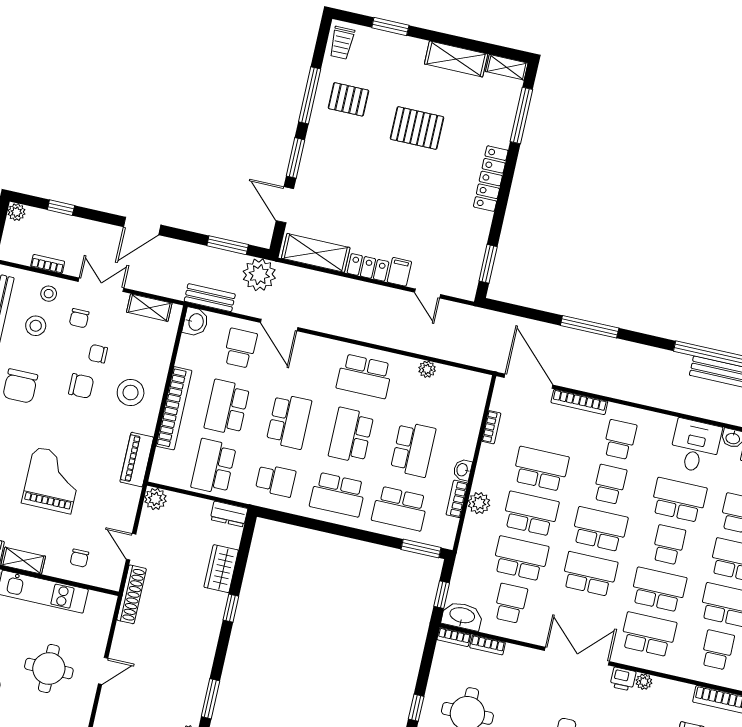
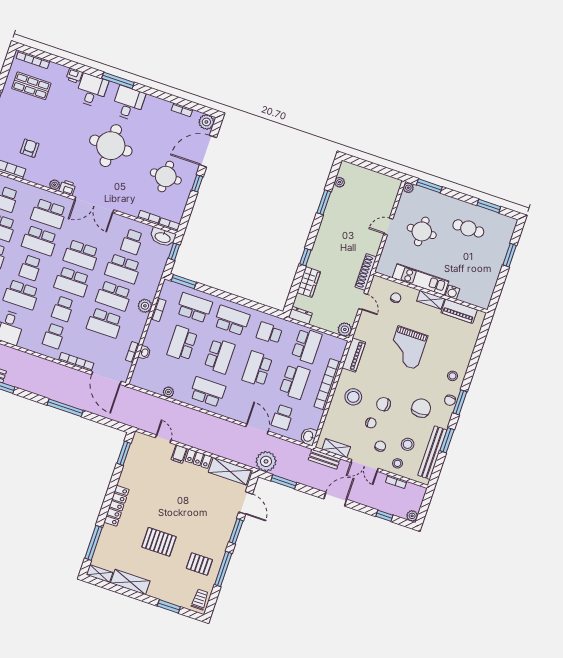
bench: (210, 298) -> (324, 459), moved
washbasin: (463, 470) -> (144, 353), moved

